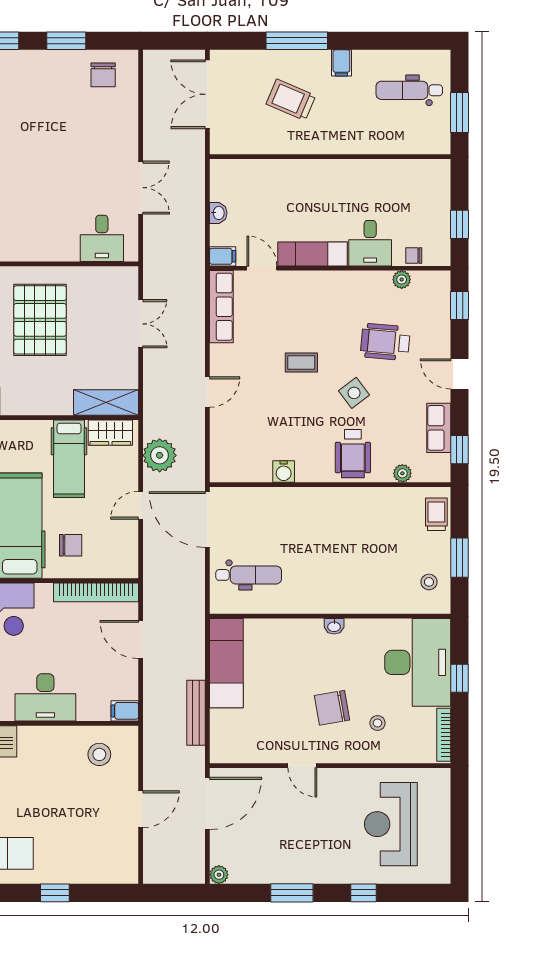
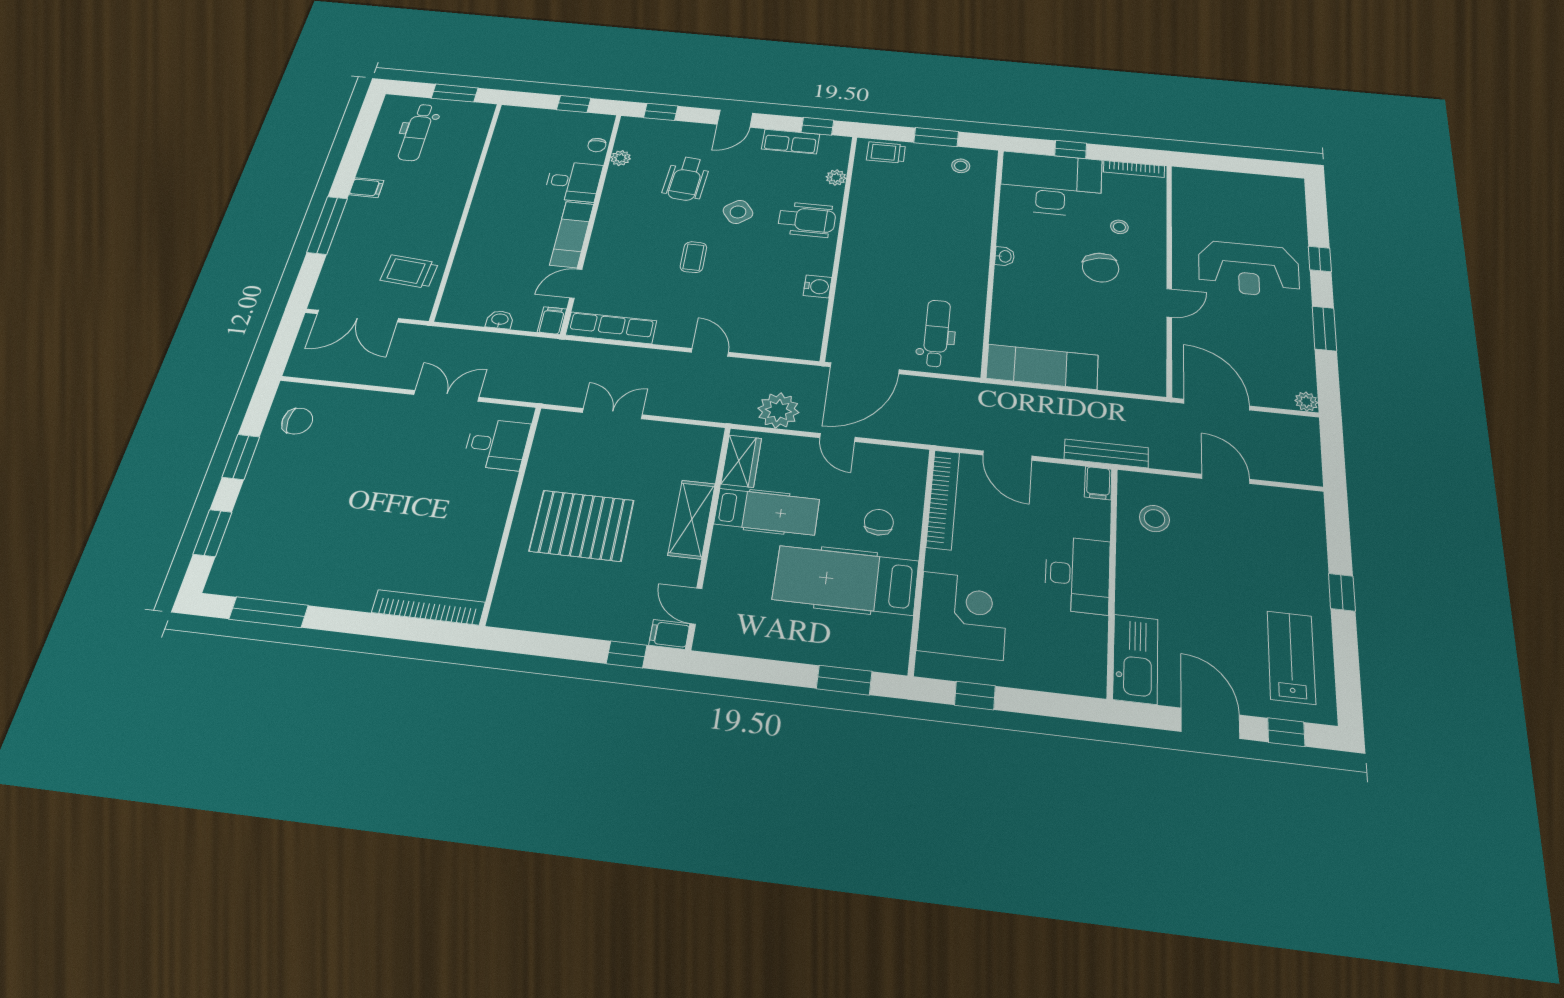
trolley: (291, 100) -> (409, 272), moved, turned 72
shelving: (106, 403) -> (692, 519), moved
door: (141, 640) -> (1007, 456), hinge flipped
bench: (196, 713) -> (1106, 453), moved
reception desk: (391, 824) -> (1249, 269), moved

